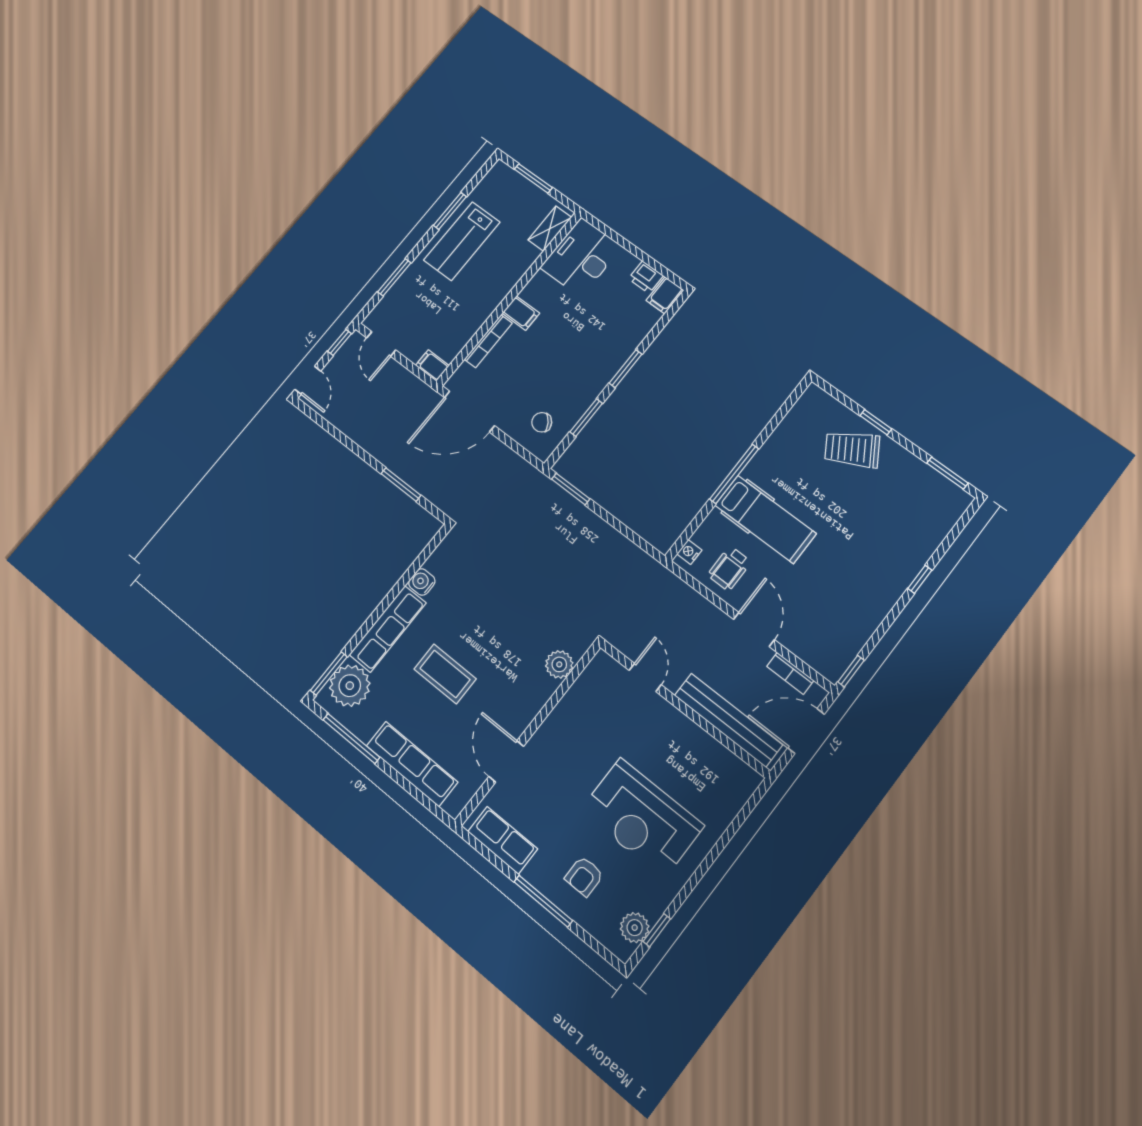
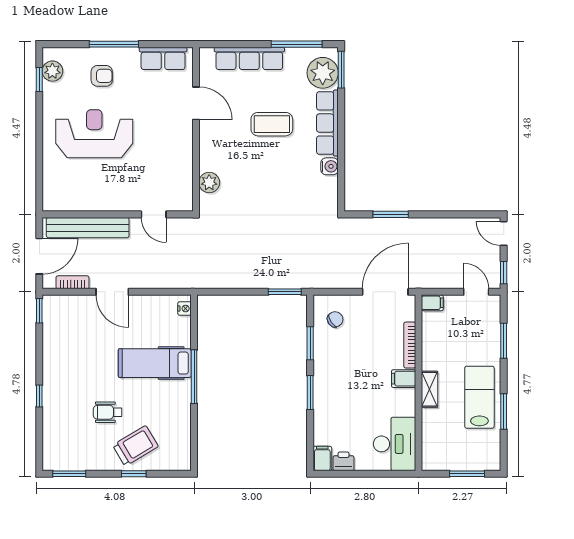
shelving: (550, 229) -> (430, 389), moved
wheelchair: (729, 568) -> (108, 412), moved, turned -90
armchair: (584, 876) -> (102, 76), turned 90

